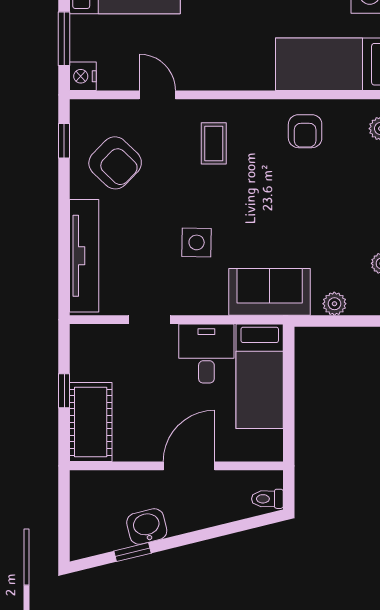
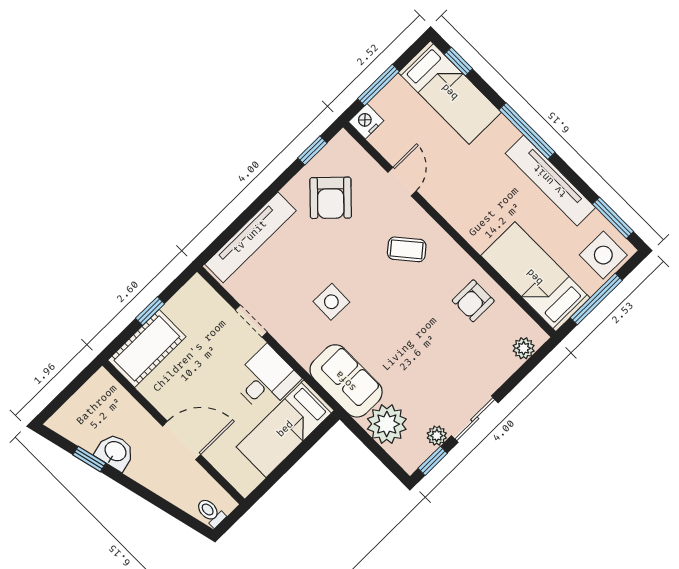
coffee table: (214, 143) -> (407, 249), turned 50
plant: (334, 304) -> (387, 424), width x1.87, depth x1.87

